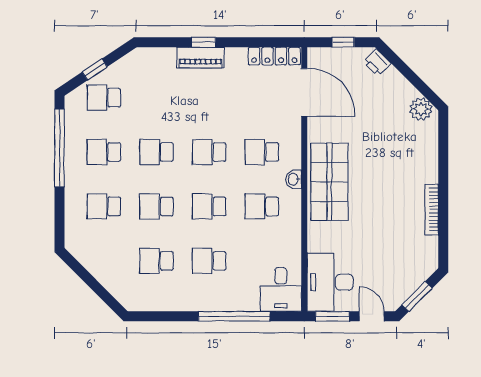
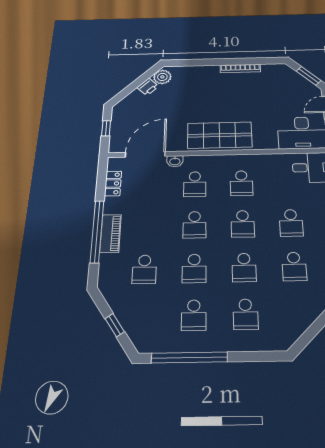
window: (203, 42) -> (97, 231), width x3.17
locker: (274, 56) -> (113, 183), width x0.66
printer: (377, 63) -> (148, 87), moved
school desk: (104, 98) -> (144, 269), moved
washbasin: (294, 179) -> (175, 161), moved

